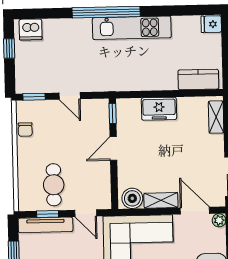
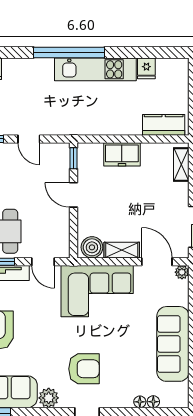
fridge: (211, 24) -> (146, 68), moved, turned -90
door: (113, 149) -> (73, 195), hinge flipped

